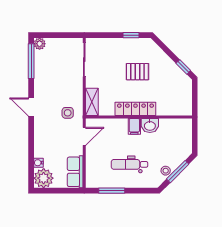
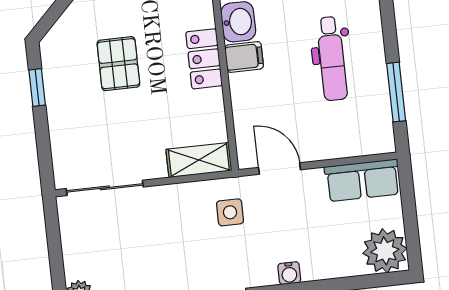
locker: (135, 109) -> (204, 59), width x0.66
water cooler: (38, 163) -> (289, 273), moved

